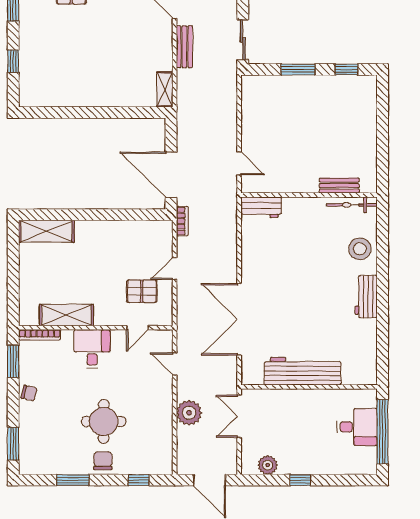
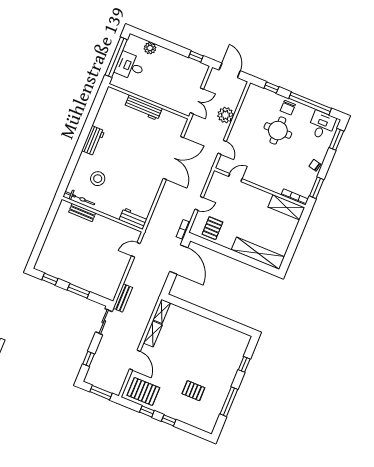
bench: (184, 47) -> (123, 298), moved
shelving: (164, 51) -> (153, 334), added
door: (239, 163) -> (136, 250), hinge flipped
shelving: (46, 231) -> (258, 253), width x1.47
stool: (360, 249) -> (98, 179), moved
pallet: (142, 291) -> (212, 228), moved, turned 90
shelving: (66, 315) -> (286, 207), moved
desk: (92, 349) -> (322, 125), moved, turned 180
workbench: (303, 371) -> (143, 108), width x0.73, depth x0.76
plant: (268, 465) -> (150, 48), moved
window: (73, 480) -> (310, 103), width x2.11
window: (300, 480) -> (196, 57), moved

